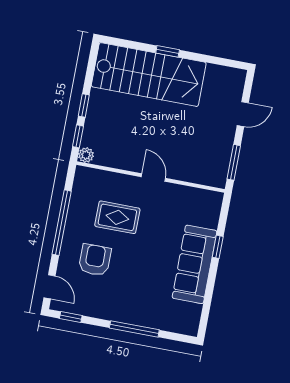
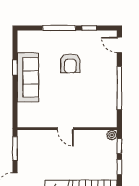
rug: (117, 217) -> (84, 98), removed
window: (218, 247) -> (15, 68), moved
armchair: (95, 260) -> (70, 63), moved
window: (71, 317) -> (89, 28), moved

